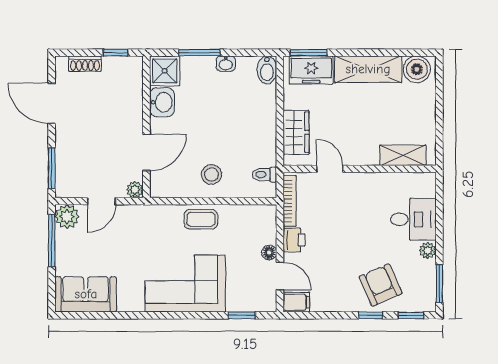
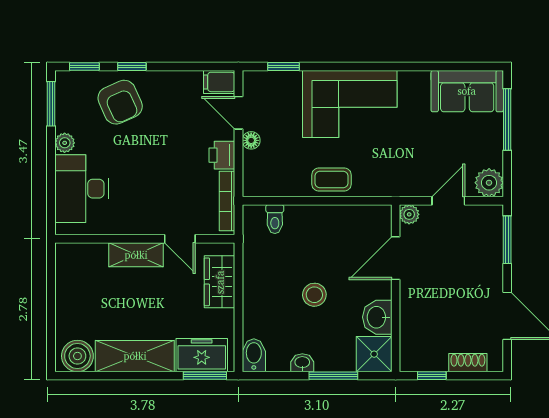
shelving: (403, 155) -> (136, 255), moved
stool: (211, 174) -> (314, 295), moved
toilet: (264, 175) -> (275, 219), moved, turned 90
desk: (413, 219) -> (81, 189), width x1.37
window: (52, 241) -> (507, 119), moved

